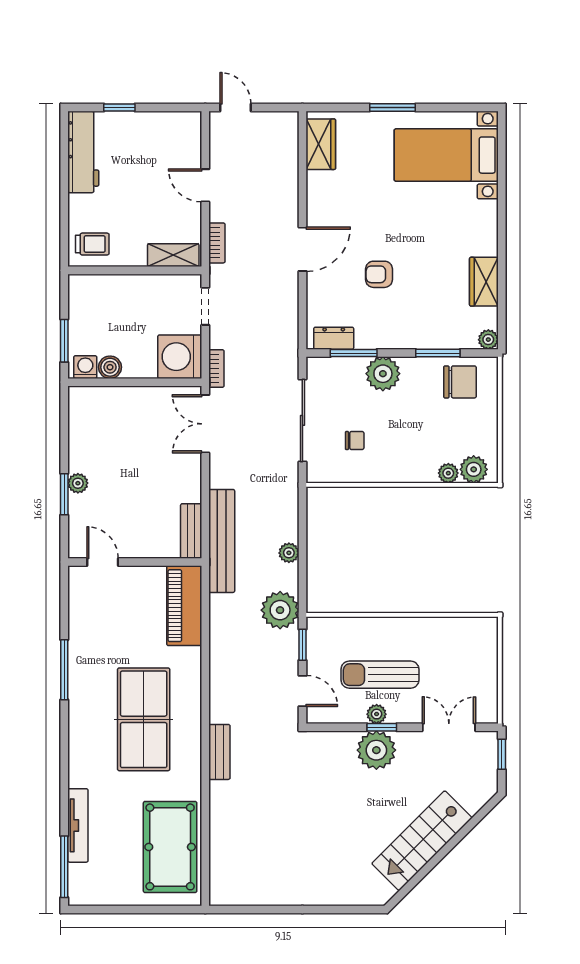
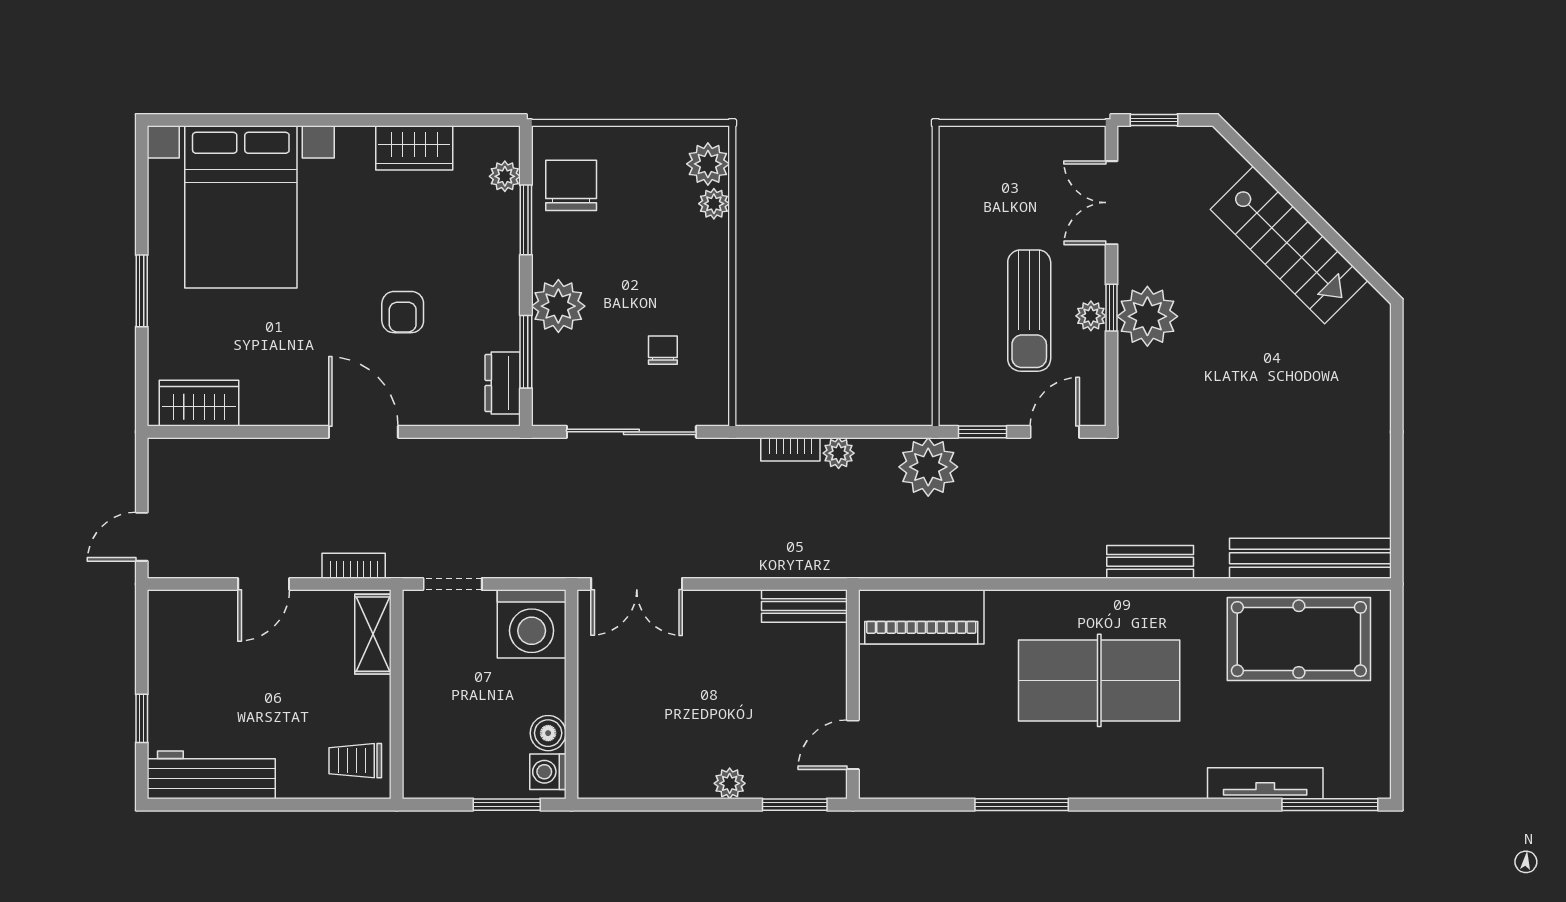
bed with nightstands: (446, 155) -> (241, 207), width x1.36
trolley: (92, 244) -> (355, 761), turned -90
plant: (488, 340) -> (505, 176), moved
bookcase: (216, 369) -> (790, 449), moved, turned 180
window: (64, 494) -> (795, 805), moved
bench: (222, 541) -> (1310, 558), moved

